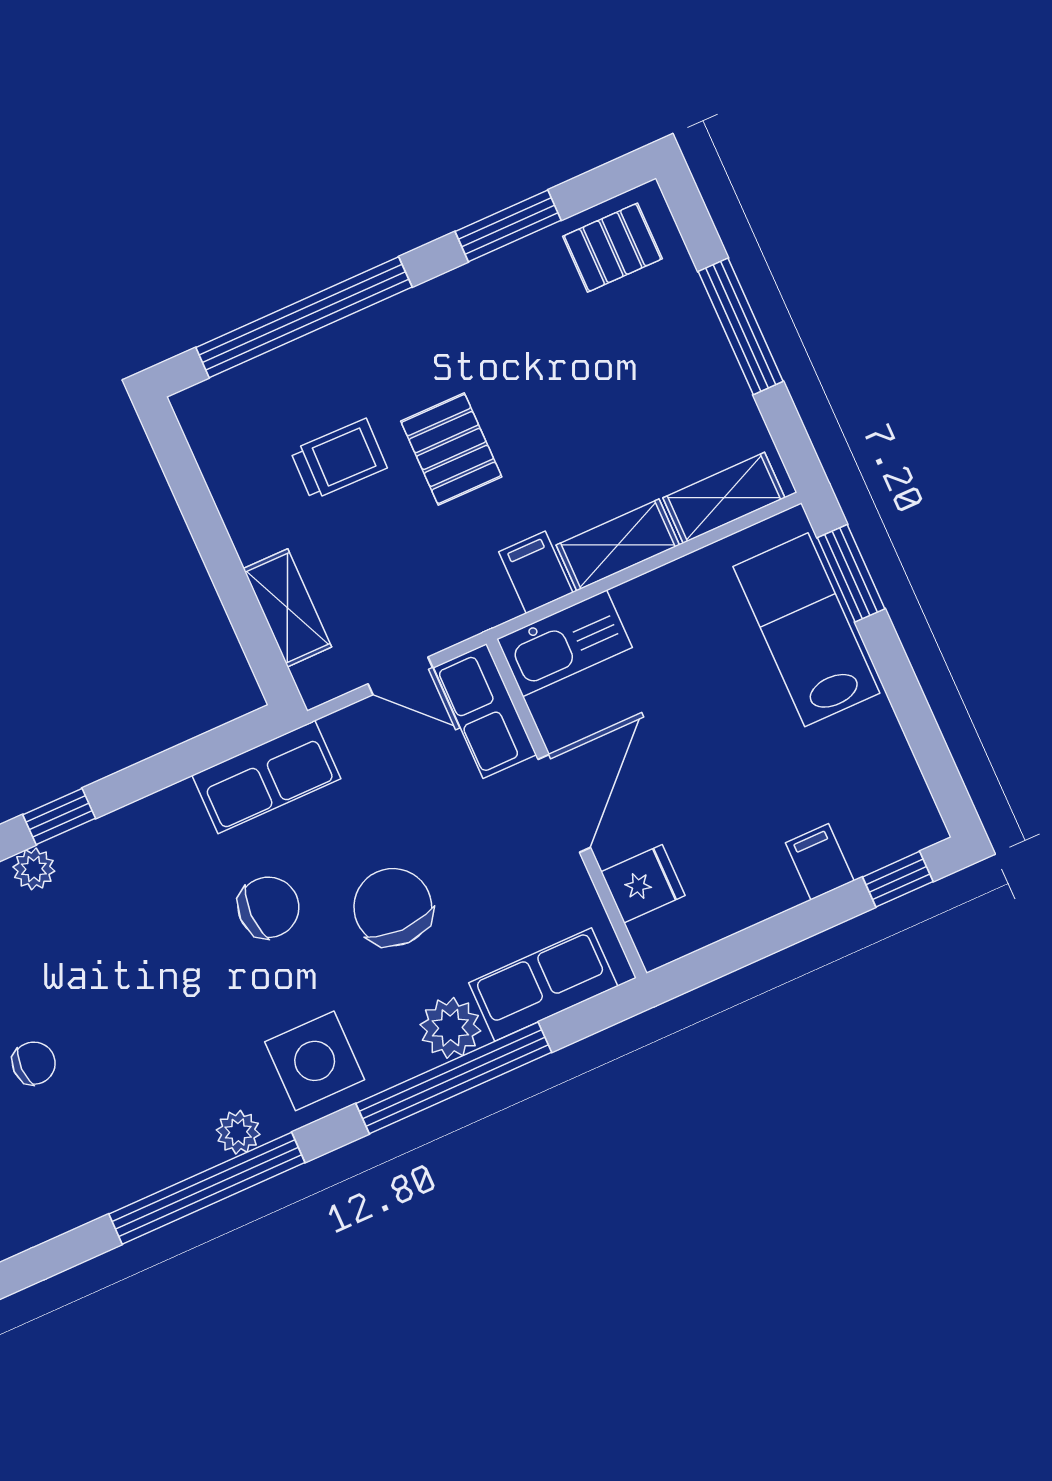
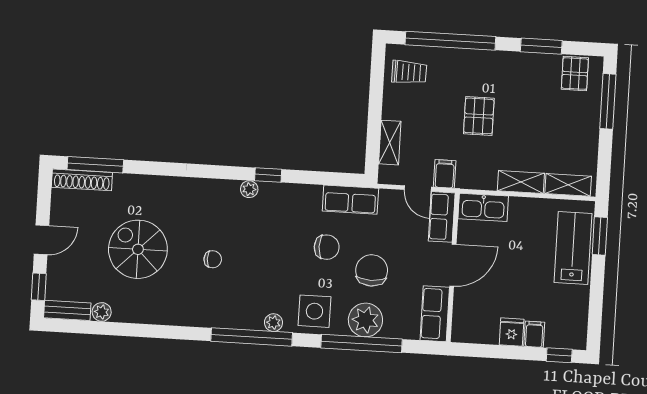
pallet: (612, 248) -> (575, 74), turned 90
window: (741, 326) -> (608, 101), moved
trolley: (339, 459) -> (409, 72), moved
filing cabinet: (536, 572) -> (445, 174), moved
fridge: (643, 884) -> (512, 332), moved, turned -90
row of seats: (543, 985) -> (435, 314), moved, turned -90
plant: (450, 1028) -> (365, 320), width x1.36, depth x1.36

